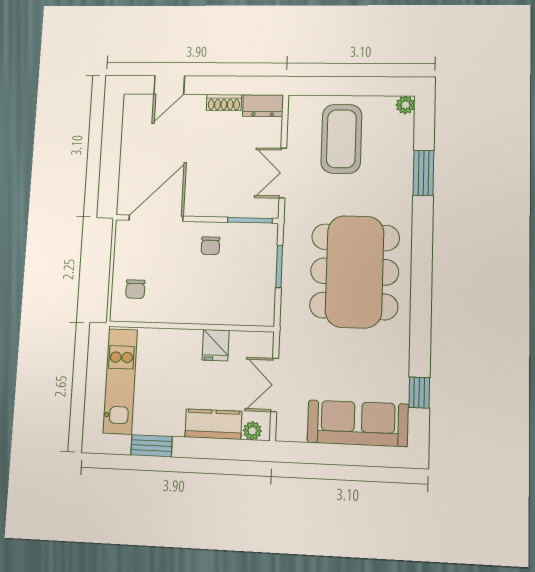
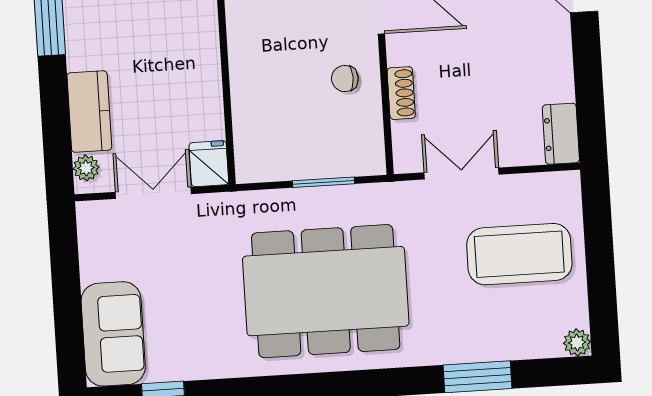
shoe rack: (224, 103) -> (401, 93), moved, turned 180
window: (250, 220) -> (388, 132), removed
fridge: (216, 345) -> (209, 164), moved, turned 90
sofa: (358, 423) -> (113, 334), width x0.73

